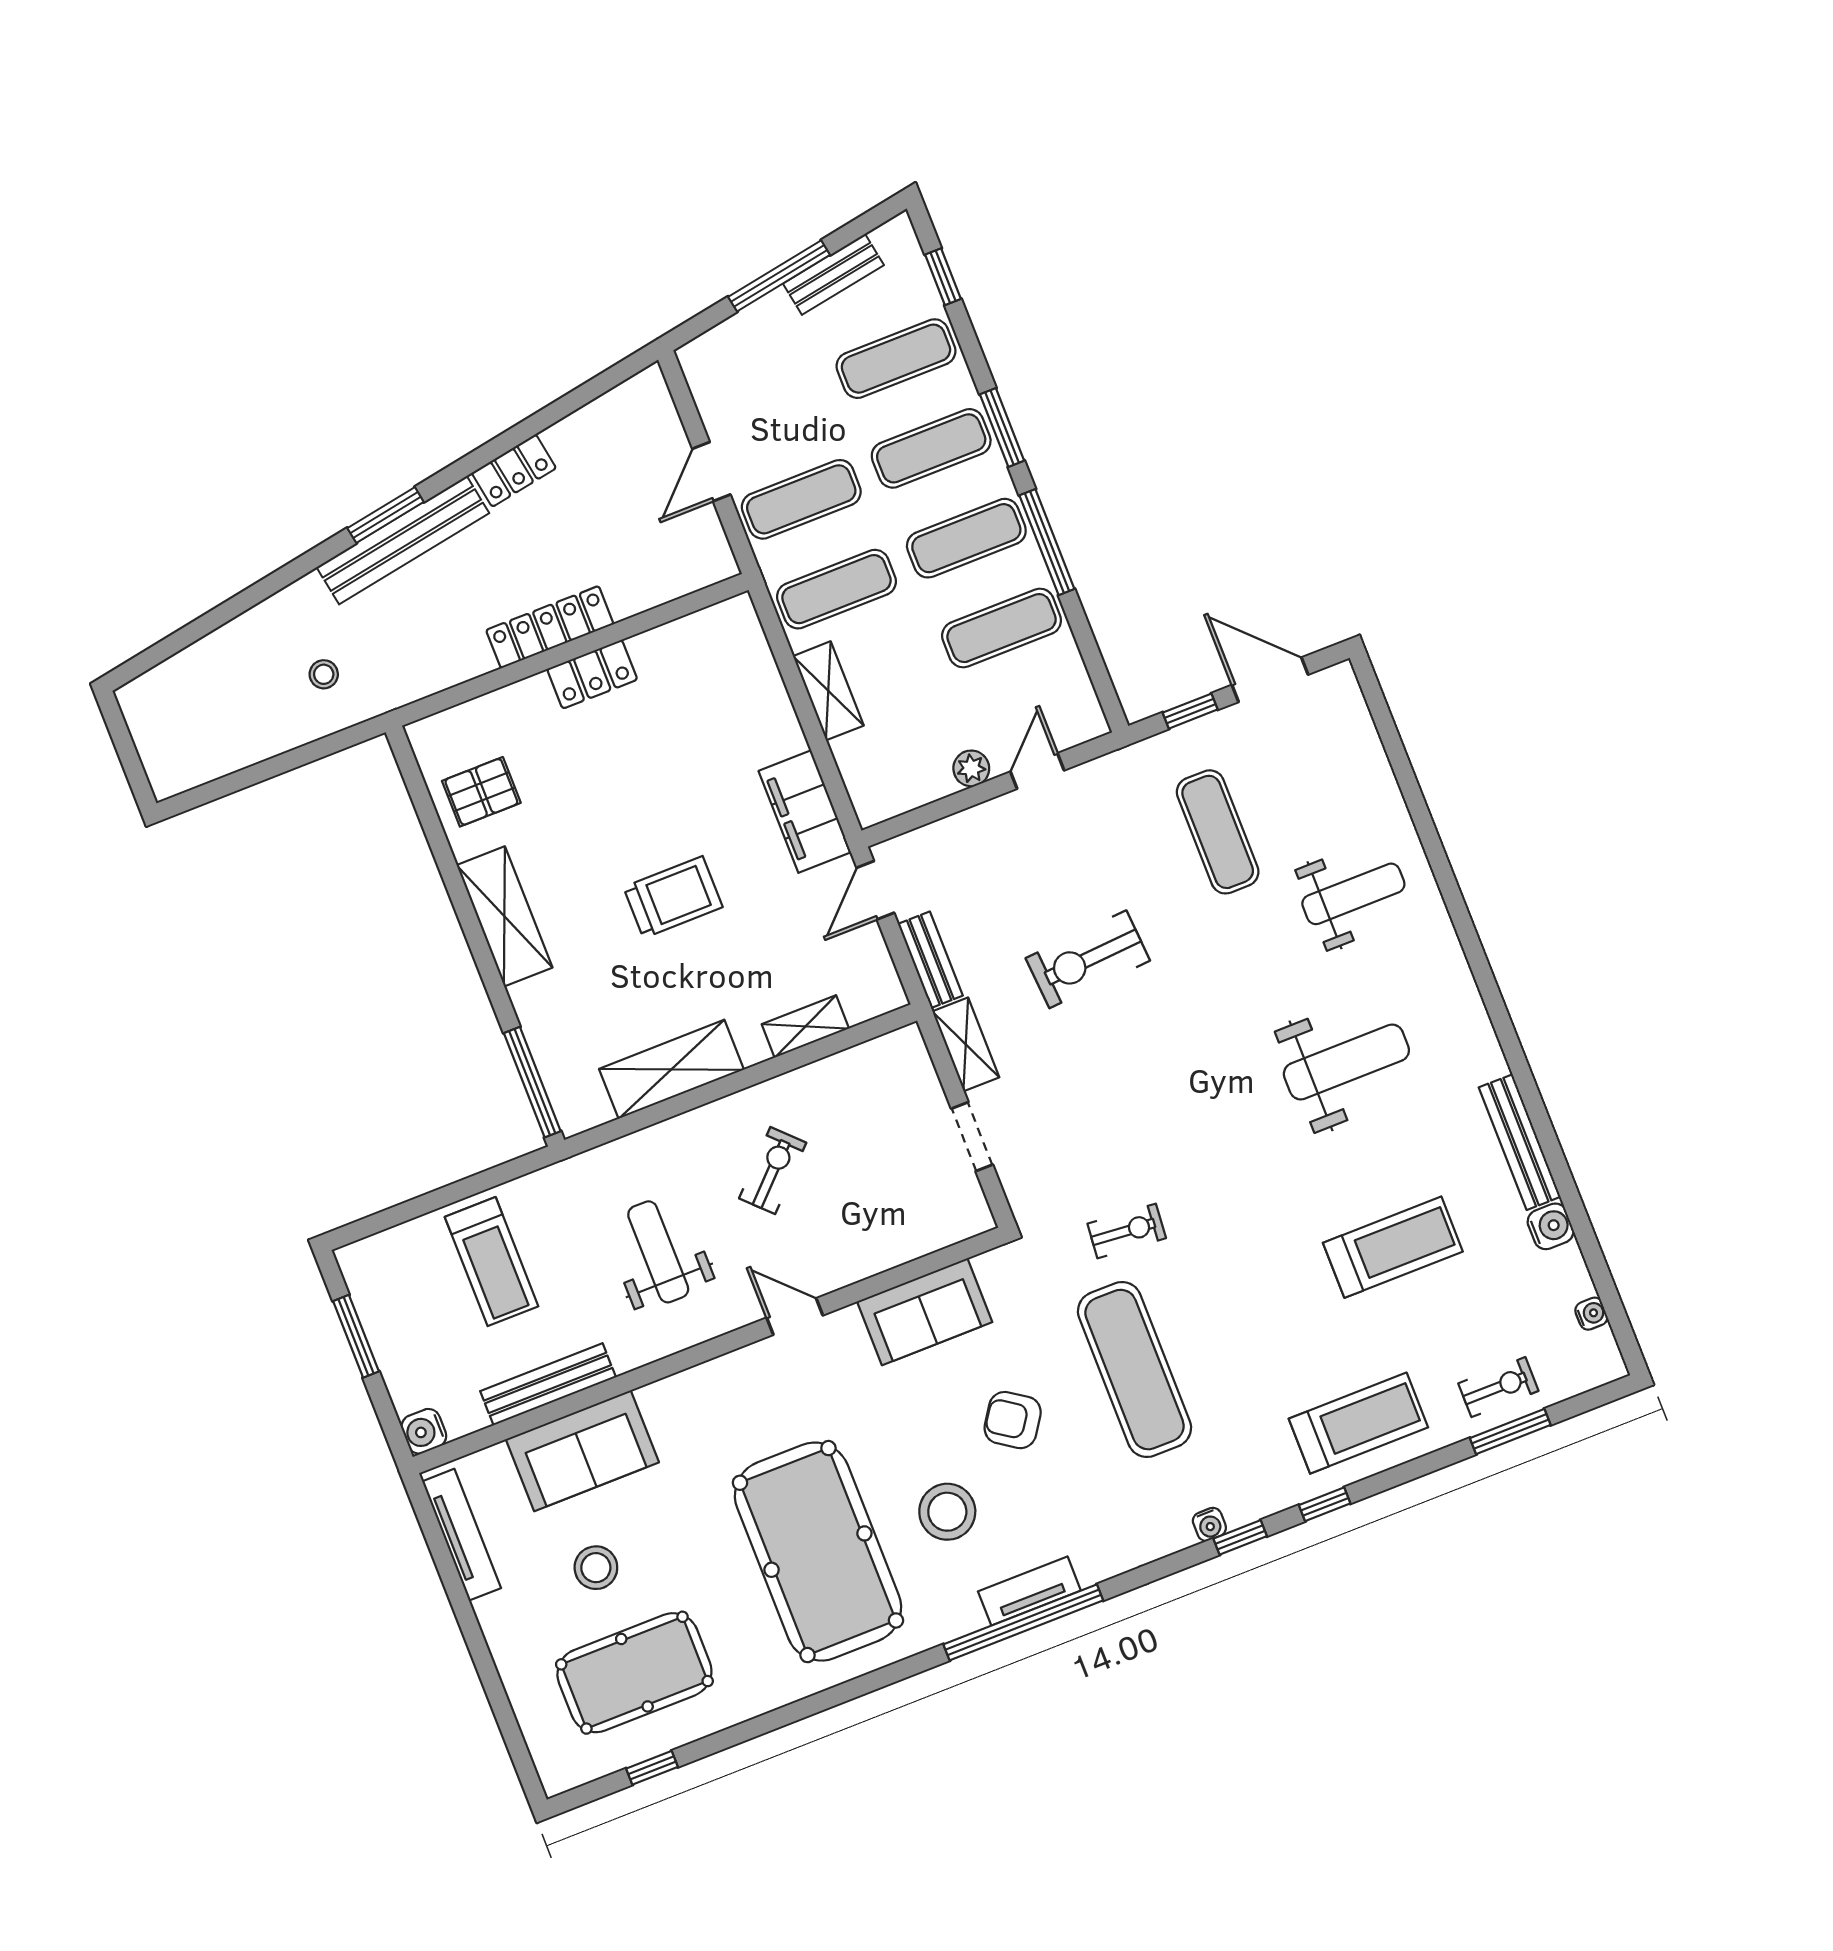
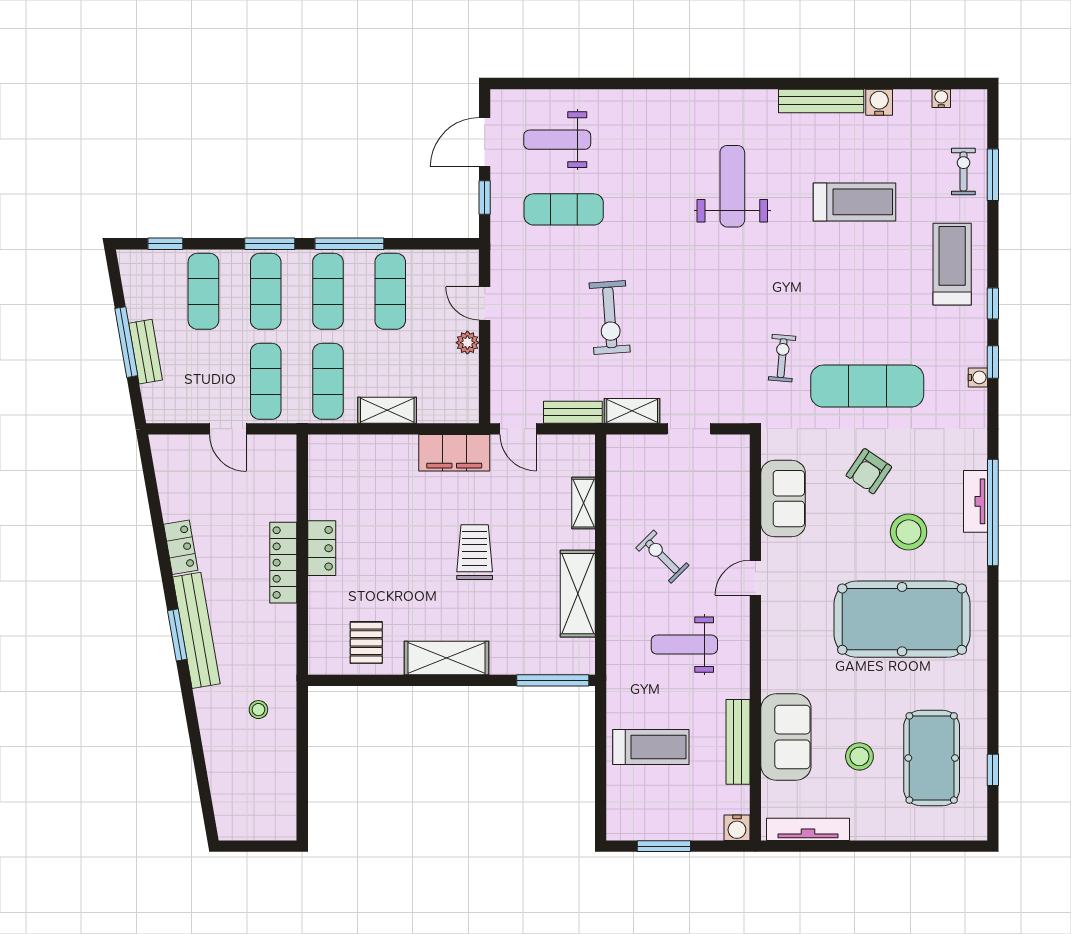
bench: (833, 274) -> (146, 352), moved
weight bench: (1353, 894) -> (557, 140), moved, turned -90
treadmill: (1393, 1247) -> (855, 202), turned 90

